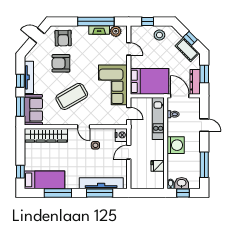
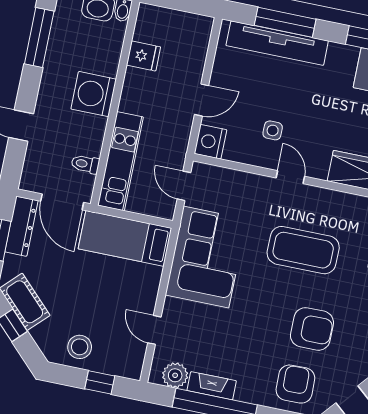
bed: (150, 81) -> (125, 238), width x0.67
coffee table: (72, 96) -> (303, 250), turned 30

